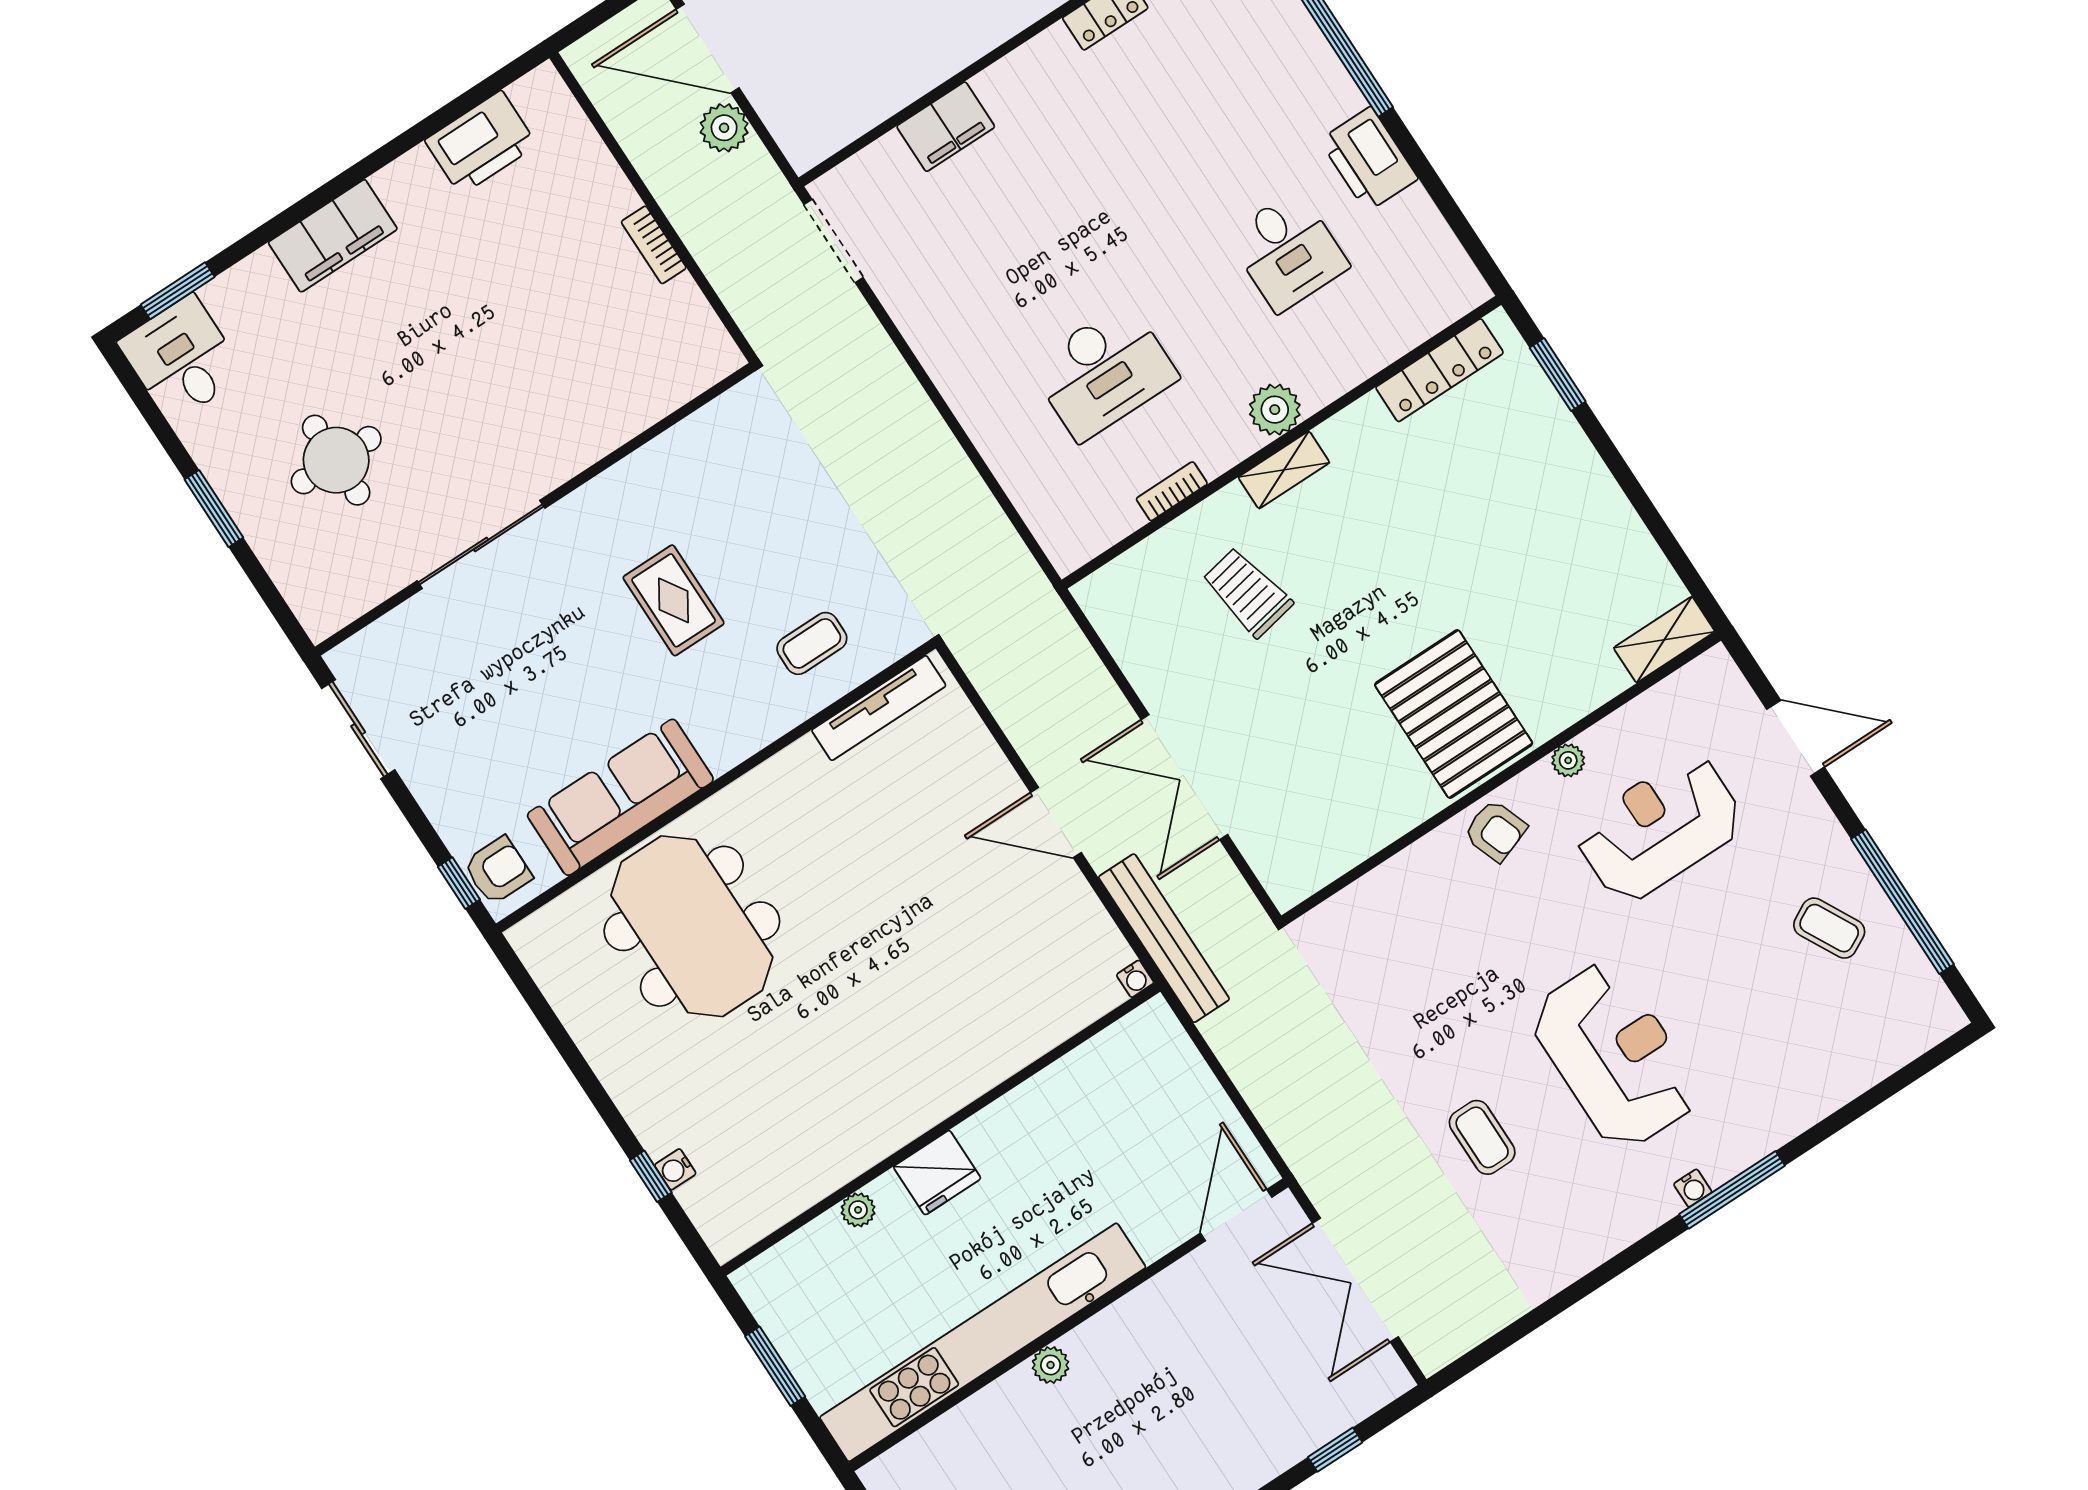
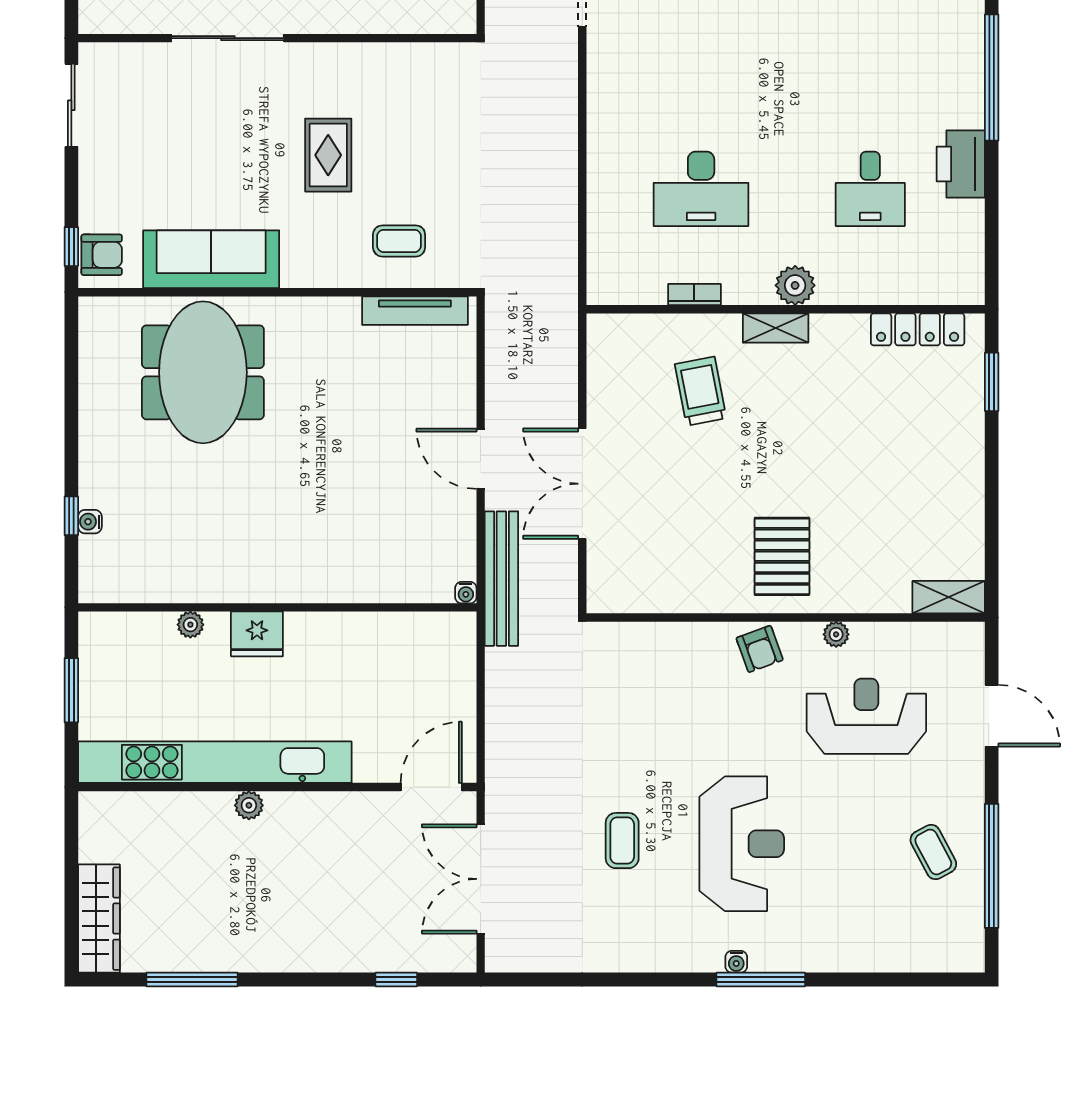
pallet: (1454, 714) -> (782, 556), width x0.73, depth x0.71

